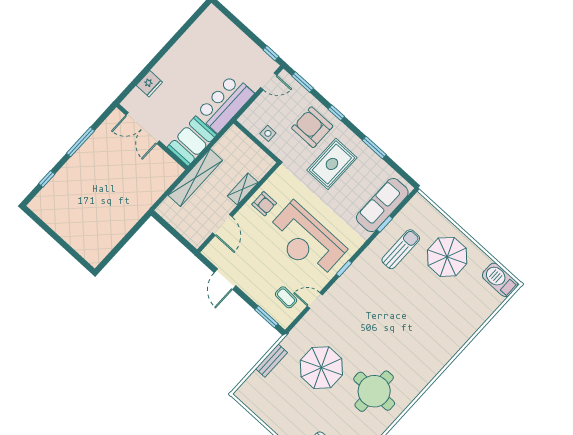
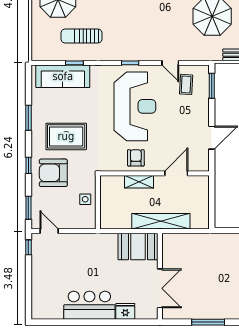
bar counter: (225, 103) -> (89, 305), moved, turned 180
armchair: (312, 127) -> (53, 173), turned 90

